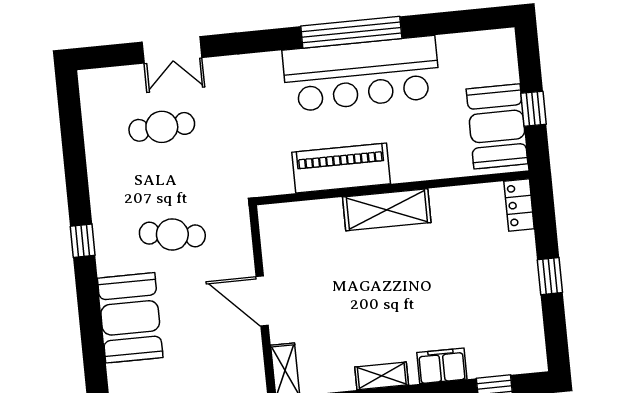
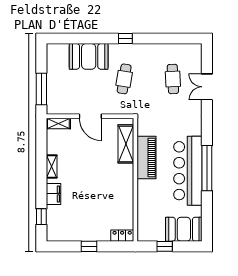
booth: (497, 126) -> (184, 229), moved
shelving: (387, 210) -> (126, 144), moved
door: (262, 301) -> (90, 116), swing flipped

